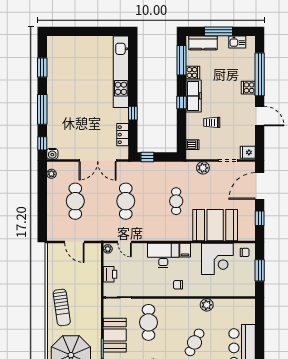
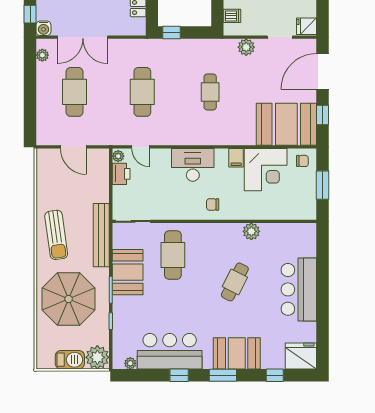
double door: (98, 160) -> (83, 37), moved
booth: (215, 225) -> (286, 124), moved
filing cabinet: (185, 250) -> (236, 158), moved
printer: (110, 274) -> (121, 174), moved
bench: (95, 308) -> (101, 235), added

